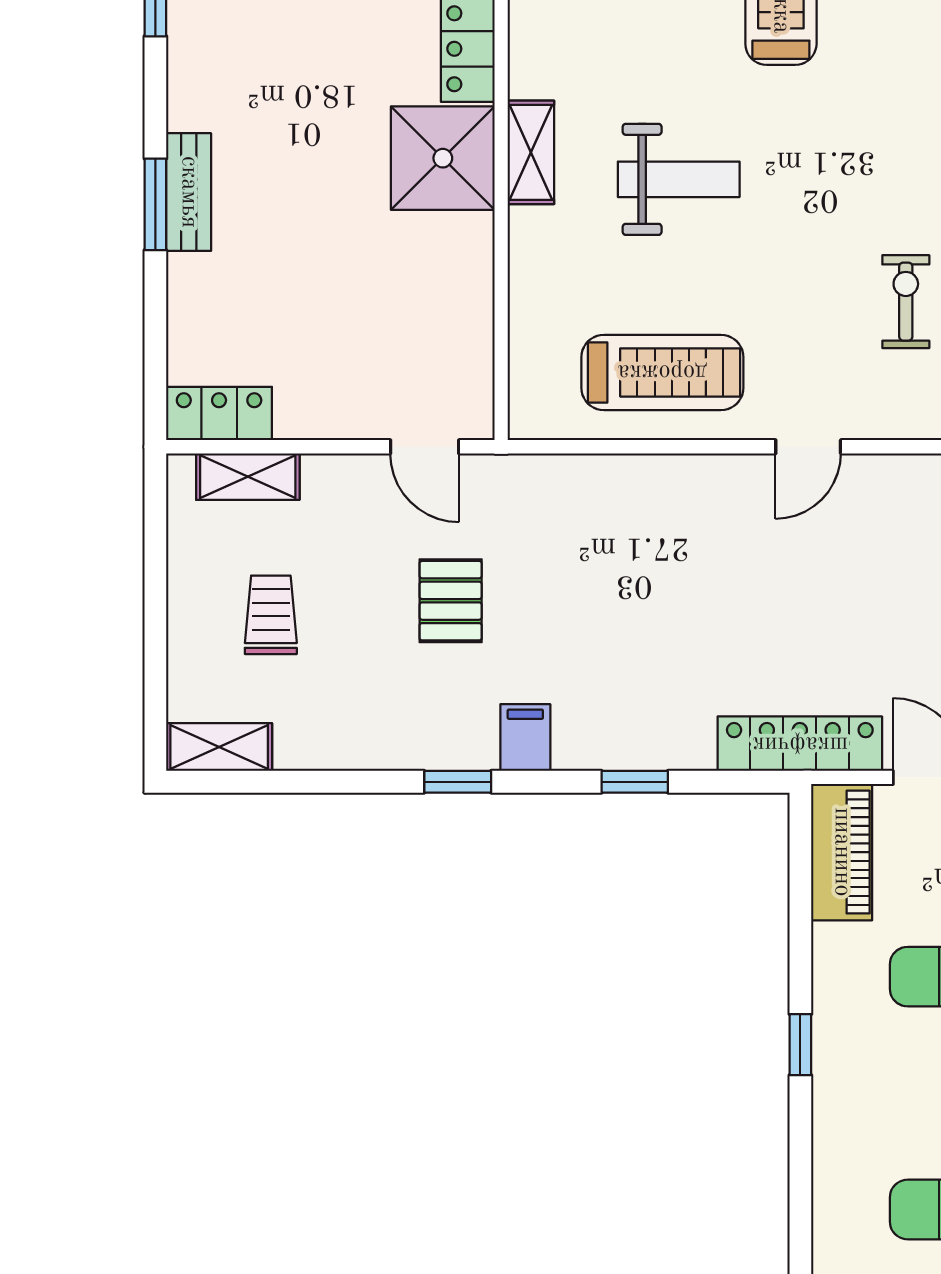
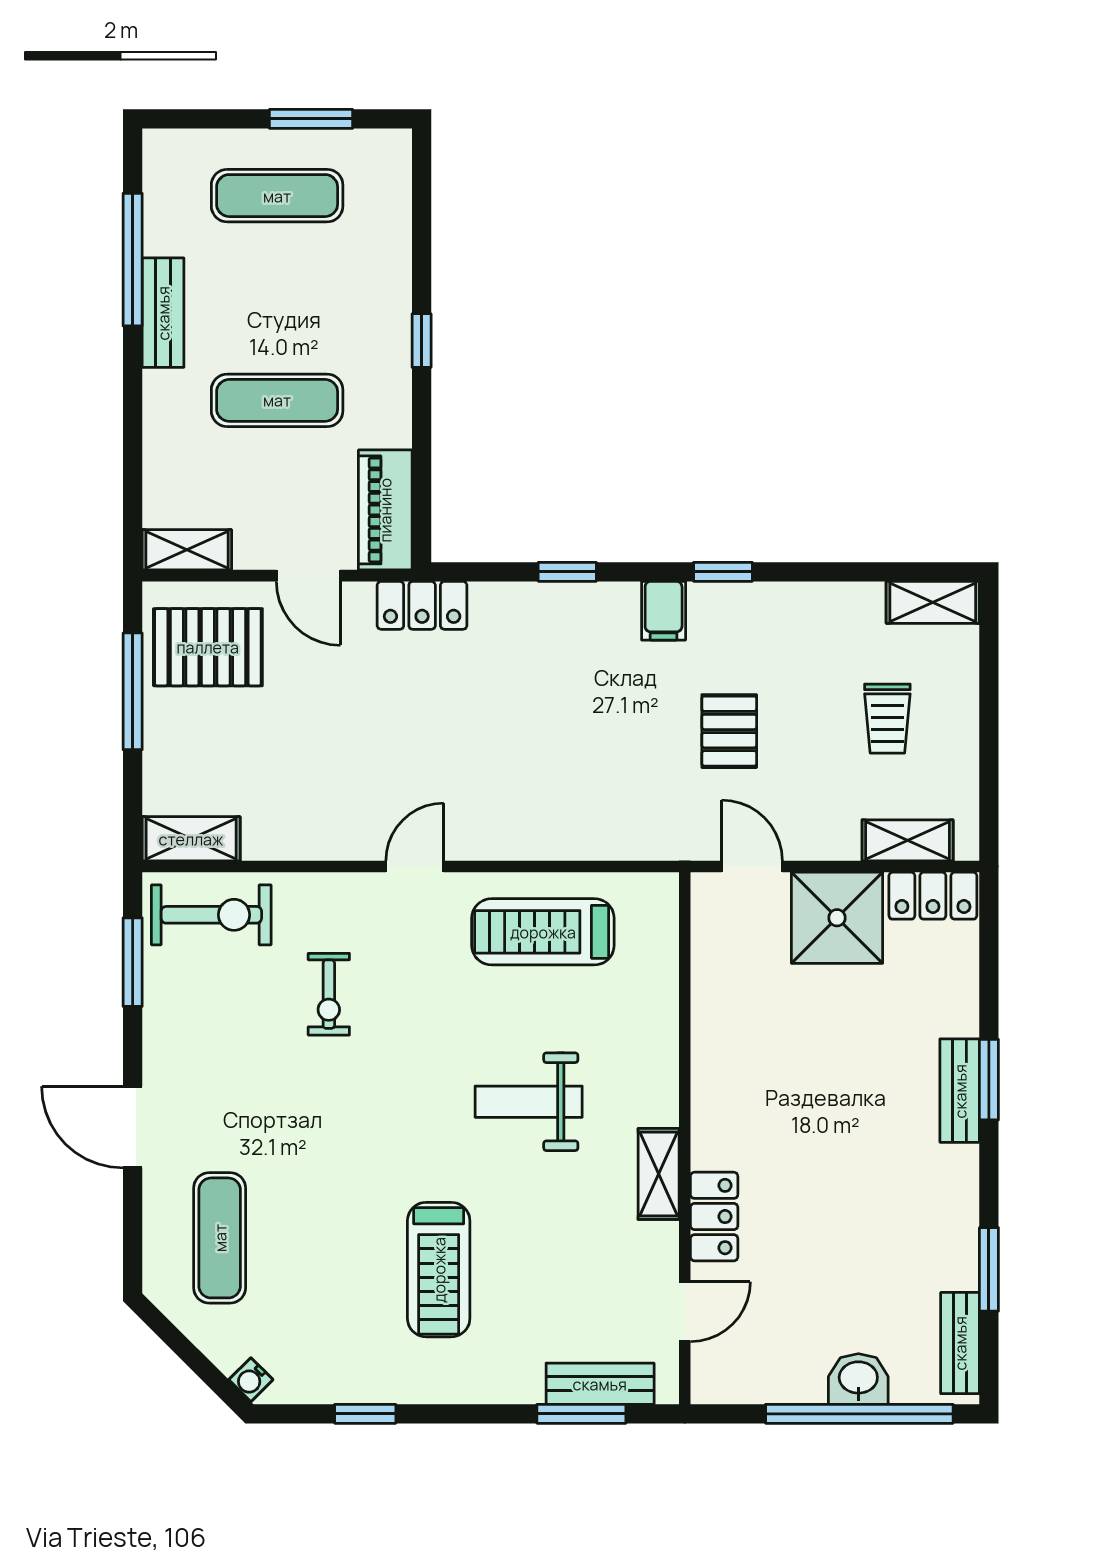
shelving: (531, 152) -> (659, 1174), moved
shower: (443, 158) -> (837, 918), moved
locker: (800, 744) -> (422, 605), width x0.66

